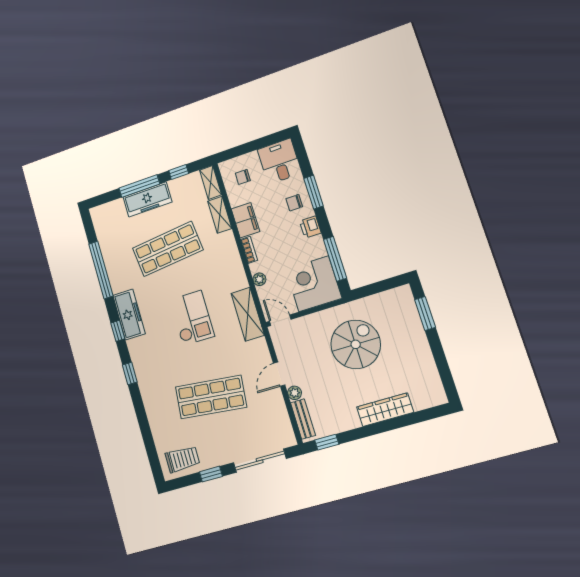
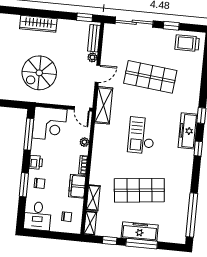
window: (101, 270) -> (192, 215), moved
freezer: (129, 314) -> (188, 131), moved
shelving: (248, 314) -> (104, 105), moved

